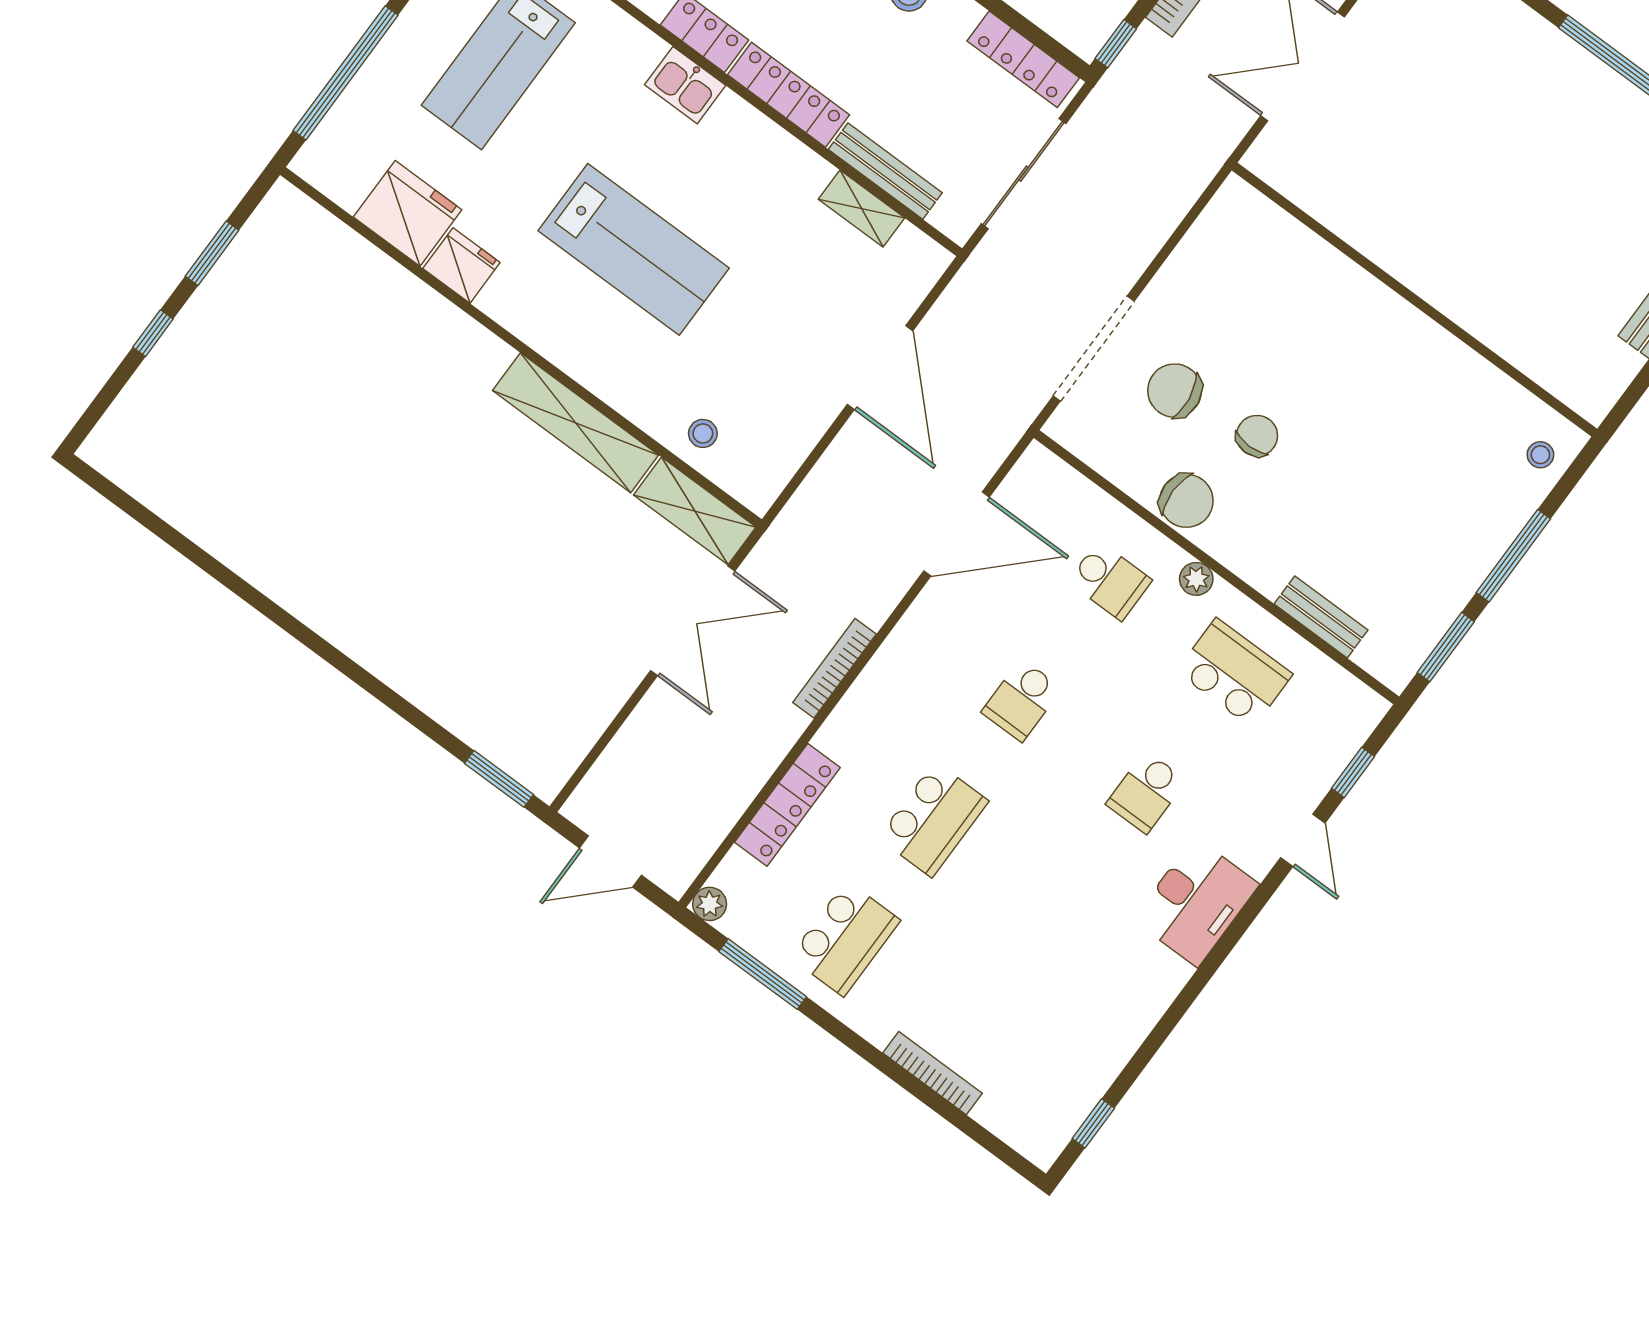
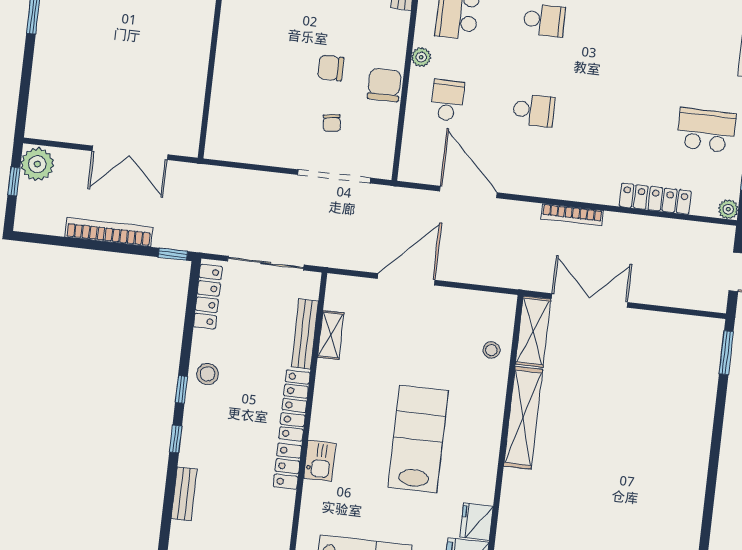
chair: (1175, 391) -> (332, 123), width x0.54, depth x0.54
school desk: (933, 819) -> (620, 120), removed

